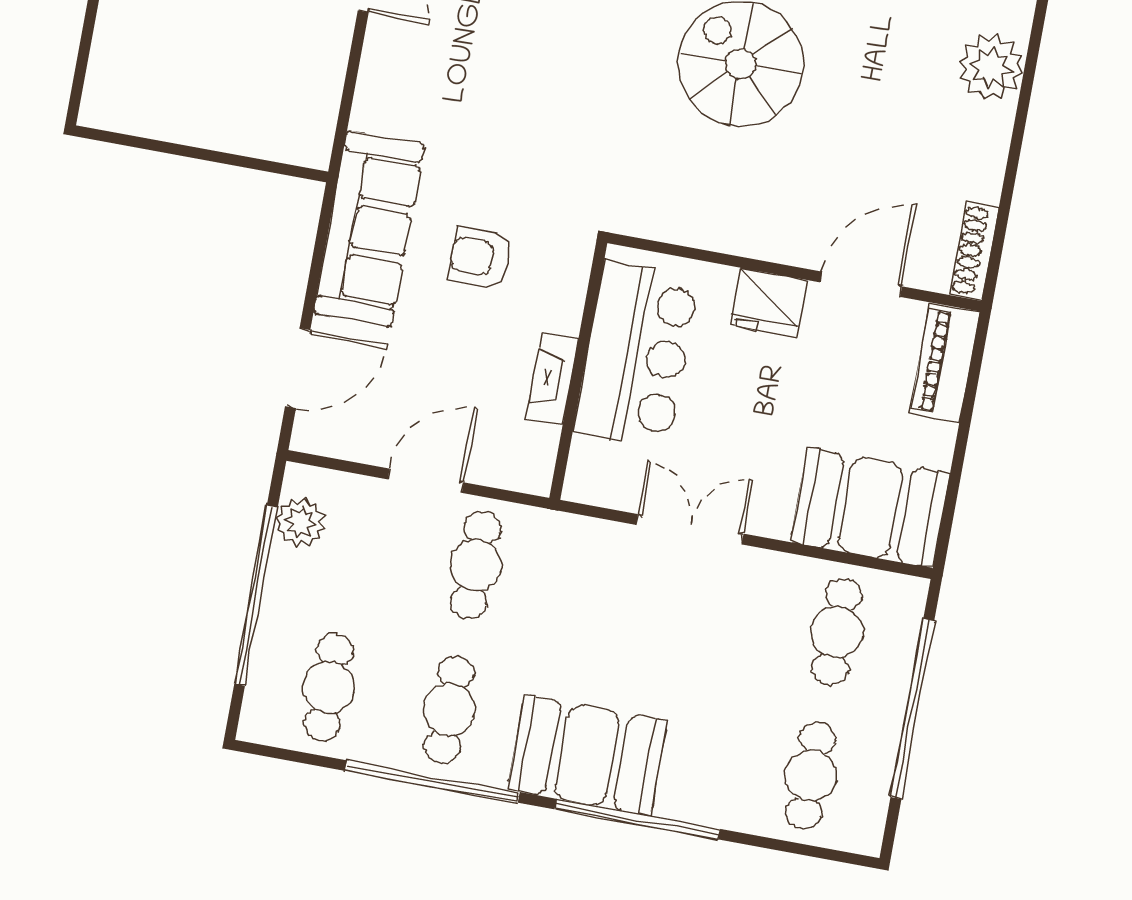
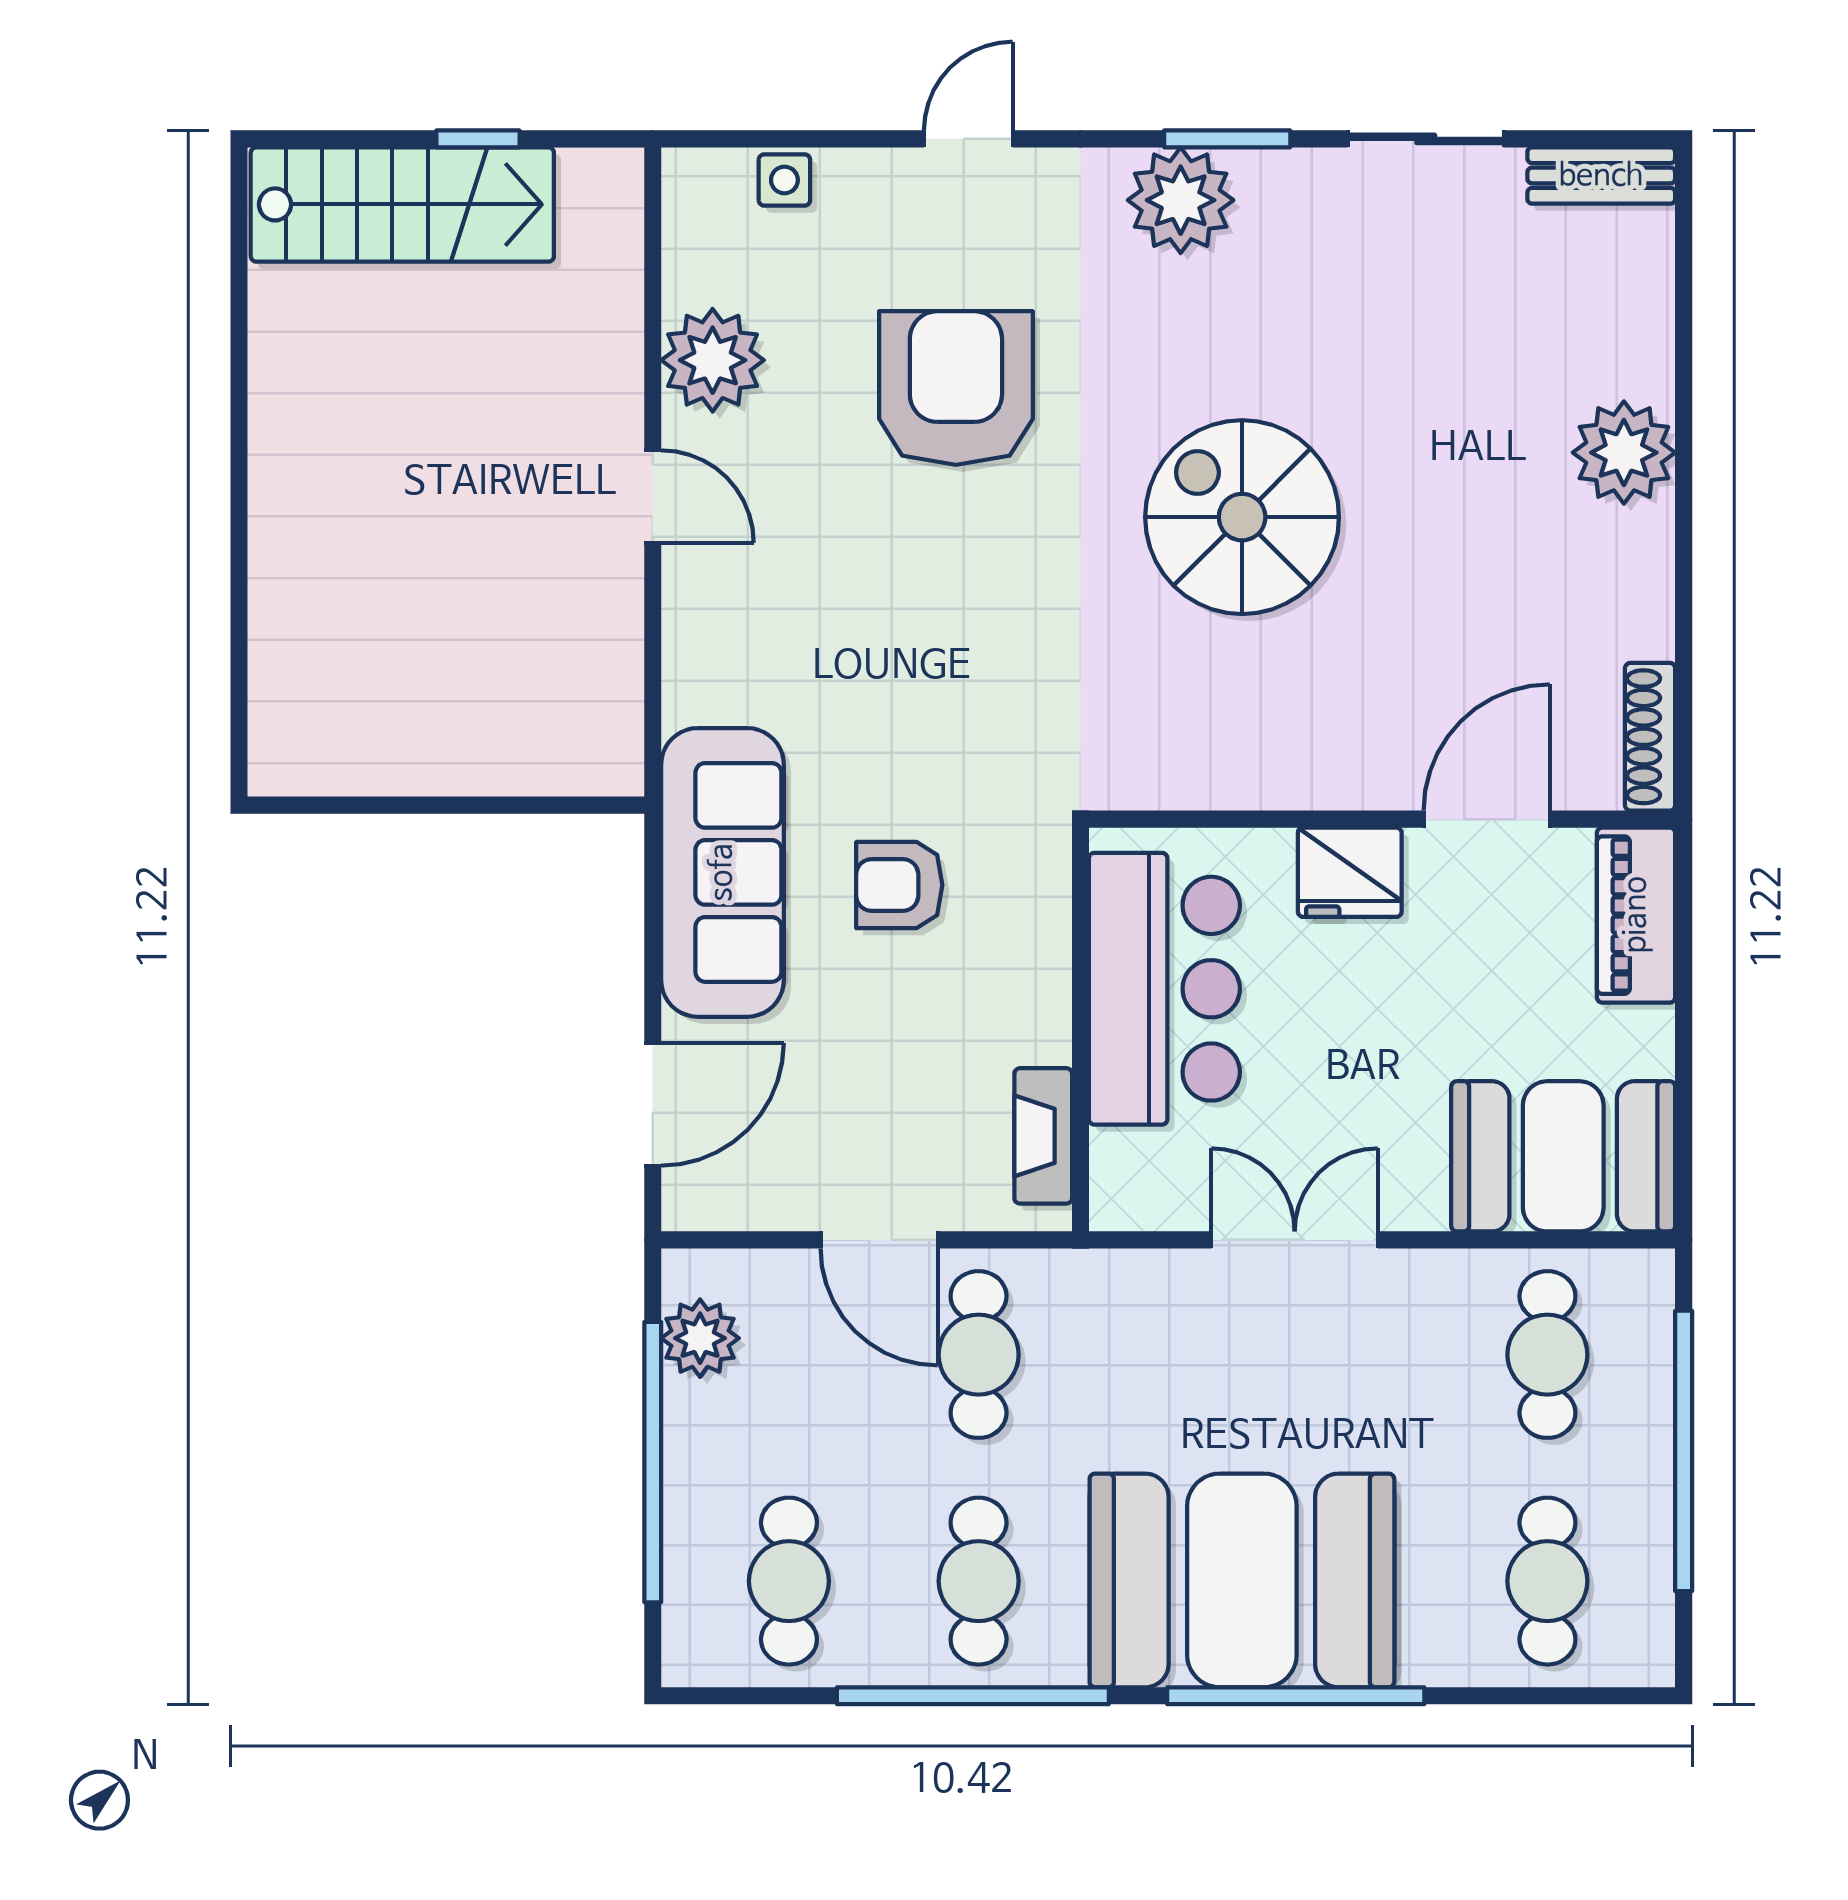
fireplace: (552, 378) -> (1043, 1136), moved
door: (426, 481) -> (879, 1240), swing flipped
booth: (587, 755) -> (1242, 1580), width x1.36, depth x1.42

